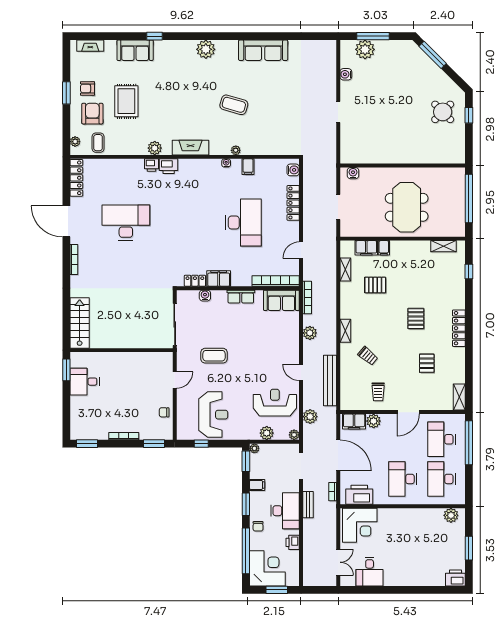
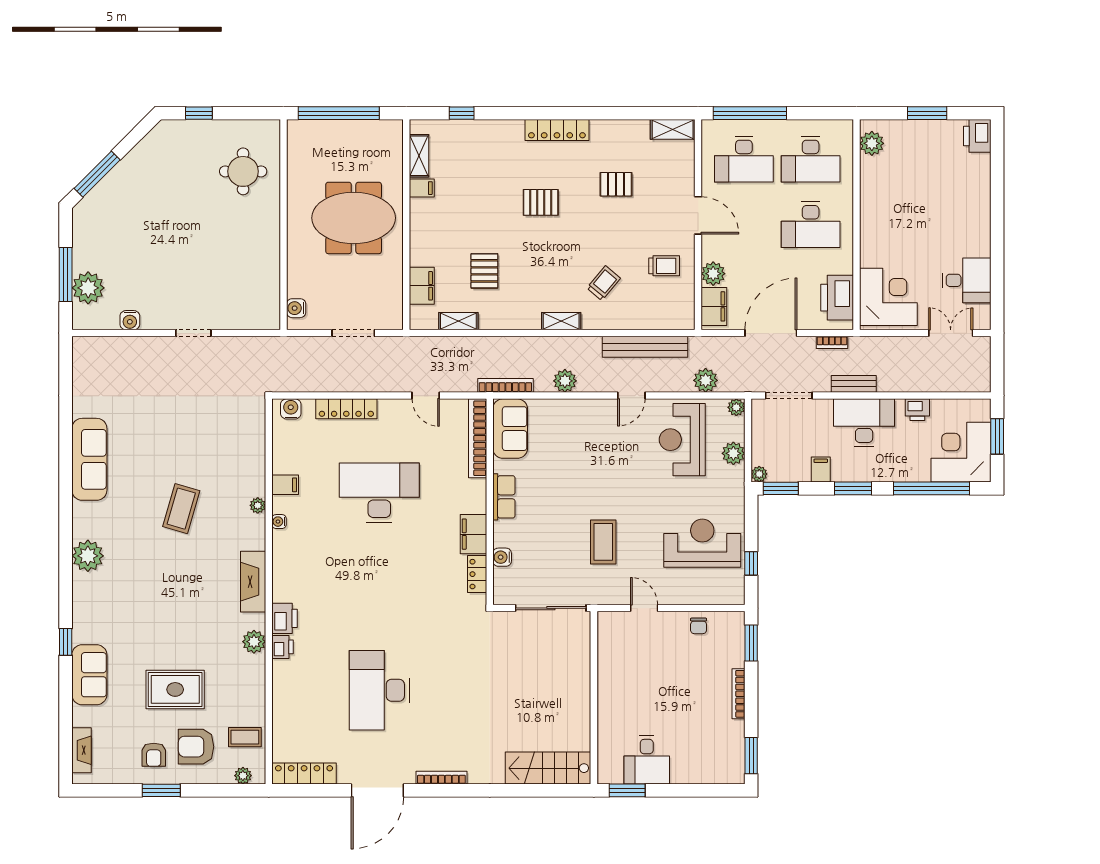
round table: (443, 112) -> (243, 171), moved, turned 45
filing cabinet: (384, 248) -> (422, 188), moved
chair: (258, 526) -> (890, 468), removed

